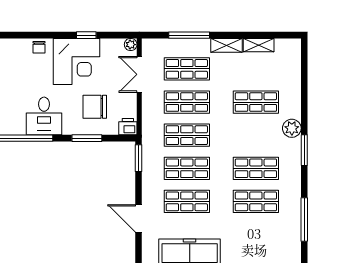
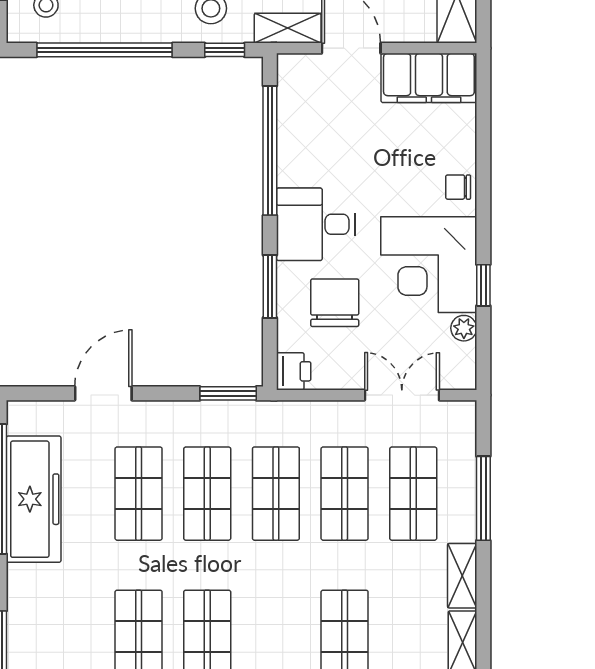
plant: (131, 45) -> (464, 328), moved
desk: (44, 116) -> (316, 224), moved

